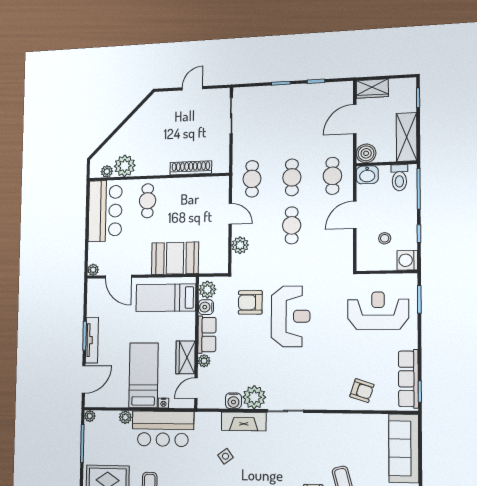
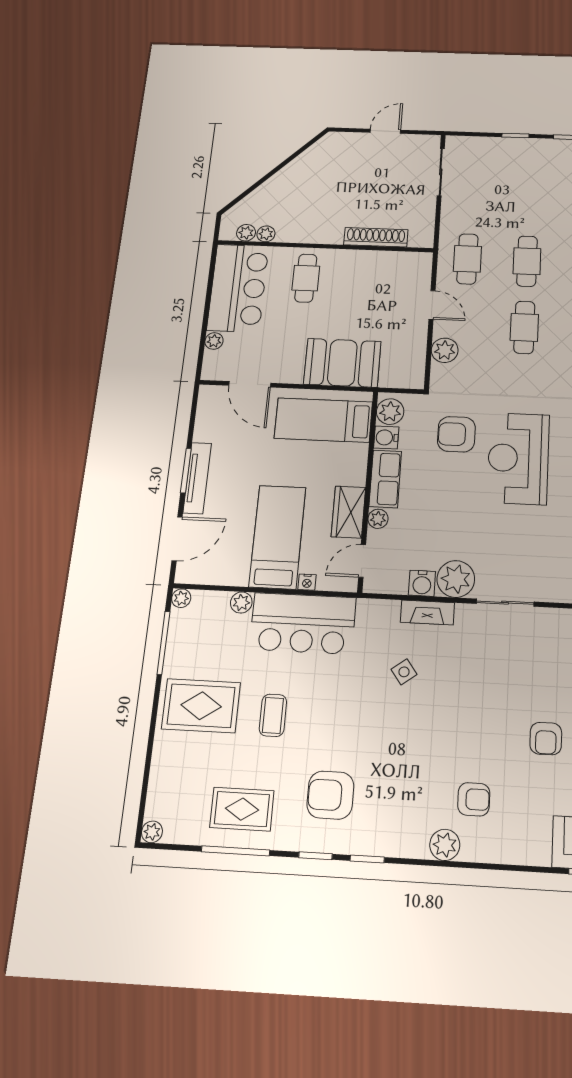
plant: (125, 166) -> (266, 234), width x0.53, depth x0.53
plant: (93, 270) -> (214, 341), moved
reception desk: (291, 316) -> (518, 458), turned 180
fireplace: (244, 421) -> (427, 613), width x0.73, depth x0.76

